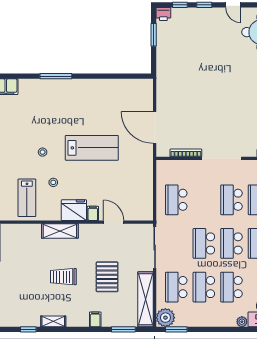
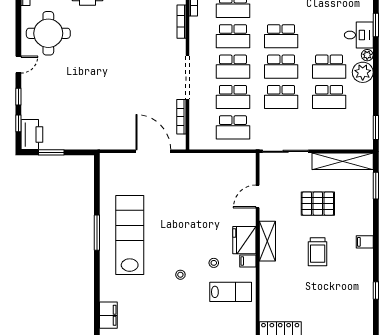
printer: (163, 14) -> (32, 135), width x1.87, depth x1.48
window: (56, 76) -> (97, 233), moved
door: (155, 127) -> (153, 151), swing flipped
lab bench: (92, 148) -> (130, 235), moved, width x1.36
filing cabinet: (93, 213) -> (248, 261), moved
shelving: (60, 231) -> (267, 241), moved
school desk: (176, 287) -> (233, 97), moved
plant: (165, 318) -> (363, 72), moved
filing cabinet: (95, 319) -> (365, 242), moved
shelving: (53, 321) -> (367, 263), removed

